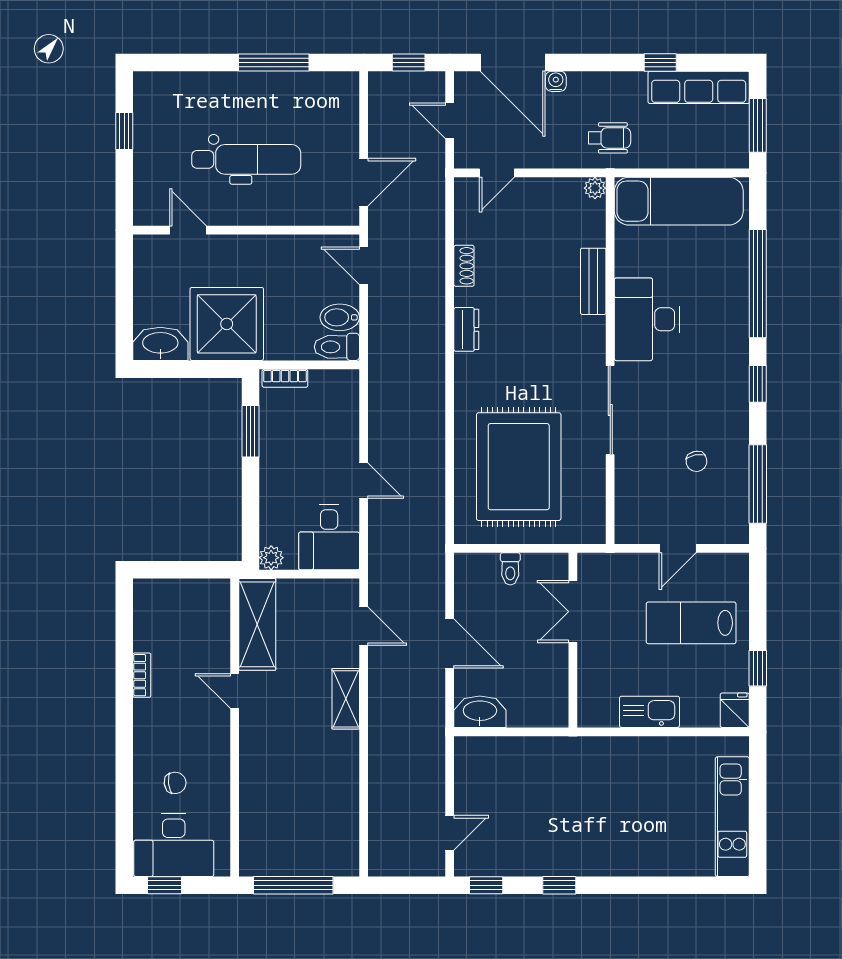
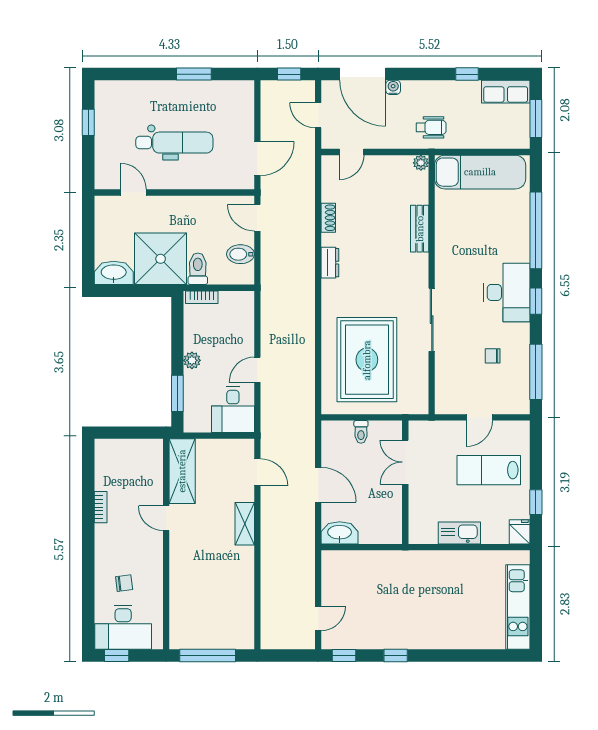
window: (274, 62) -> (194, 74), width x0.69
row of seats: (699, 87) -> (506, 92), width x0.68
desk: (647, 319) -> (507, 292), moved, turned 180
toilet: (337, 347) -> (198, 269), moved, turned 90
window: (250, 431) -> (177, 393), moved
chair: (696, 461) -> (493, 356), turned 101
door: (364, 481) -> (257, 370), swing flipped
plant: (271, 558) -> (192, 360), moved

